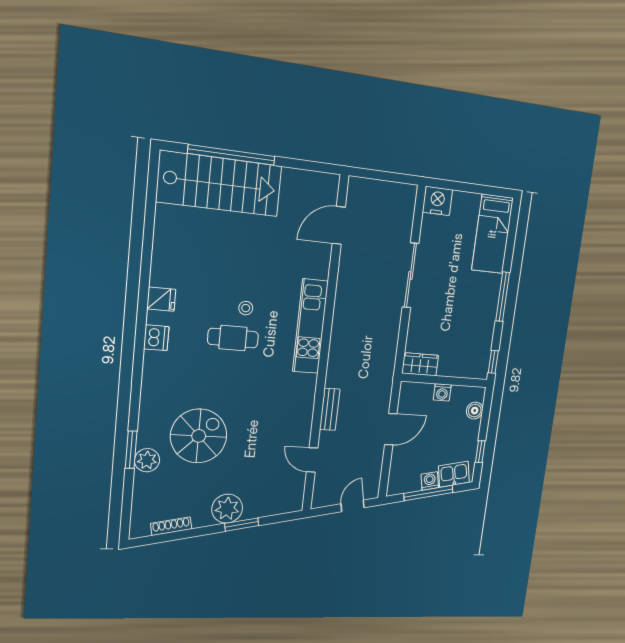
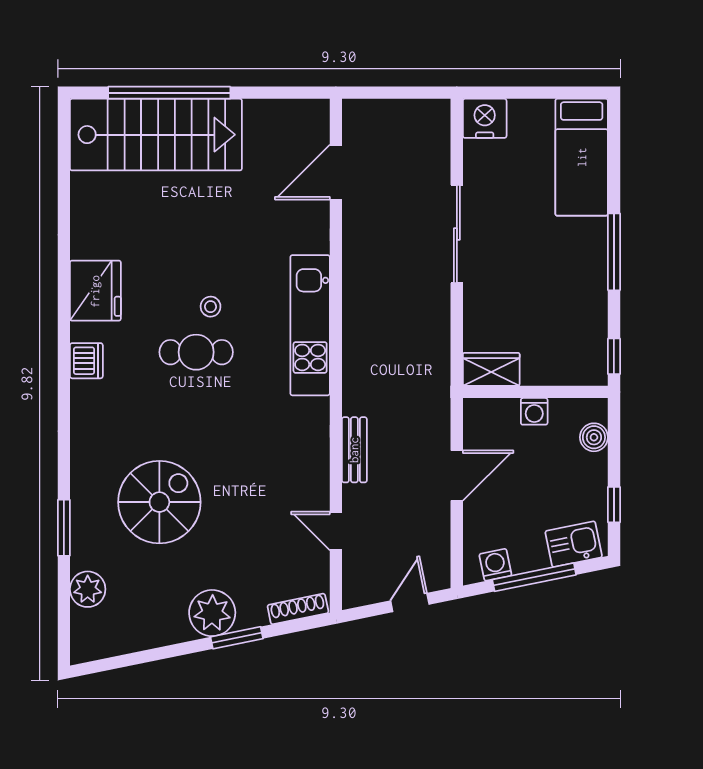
fridge: (161, 299) -> (95, 291), width x1.88, depth x1.34
plant: (147, 460) -> (88, 589), moved
washing machine: (430, 481) -> (495, 565), moved
shoe rack: (171, 526) -> (298, 609), moved

